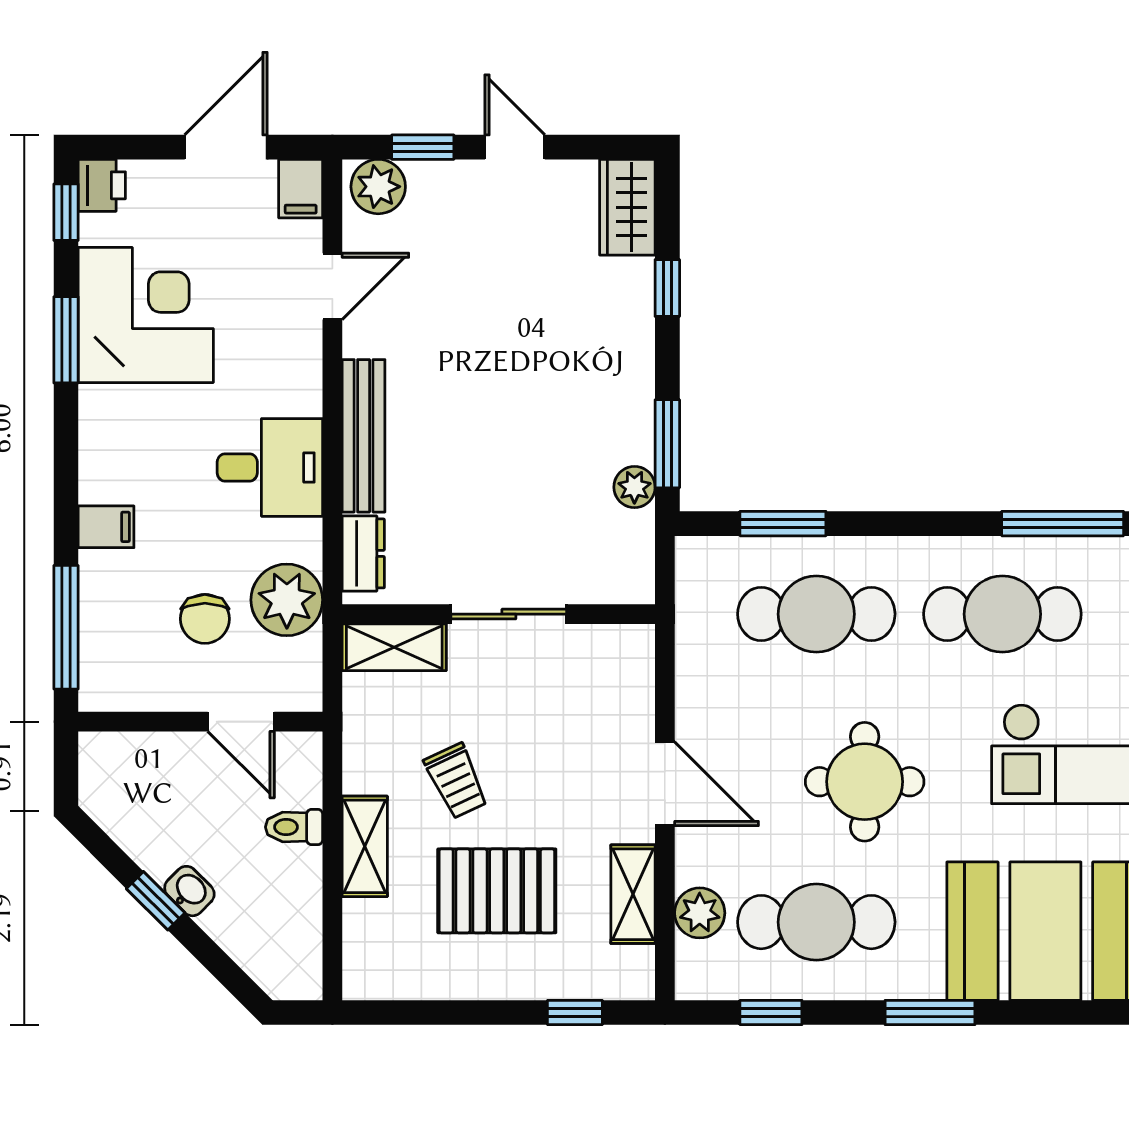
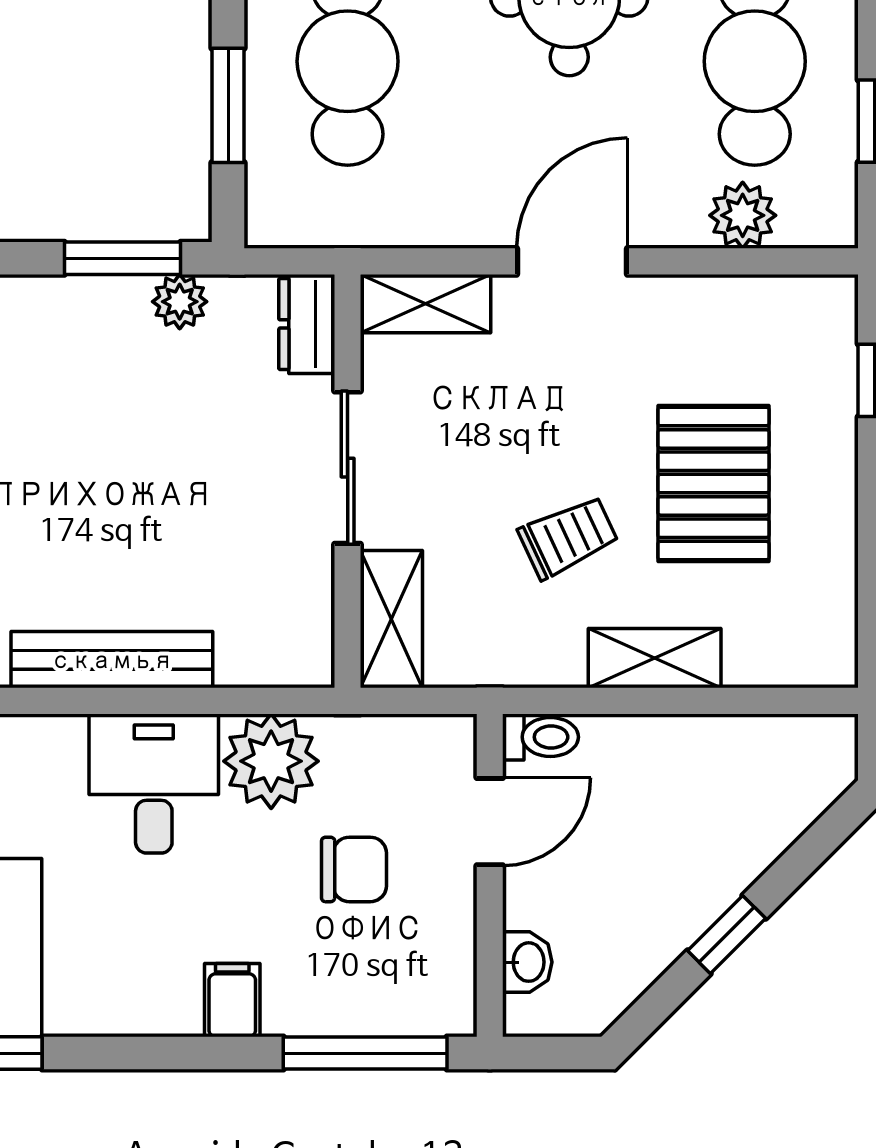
dresser: (363, 553) -> (307, 324), moved, turned -90
plant: (287, 600) -> (271, 761), moved
toilet: (294, 827) -> (540, 737), moved, turned -90
washbasin: (189, 891) -> (527, 962), moved, turned 135
shelving: (633, 894) -> (426, 304), moved

